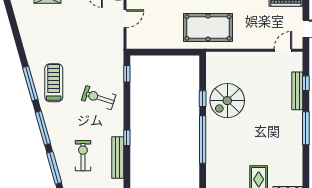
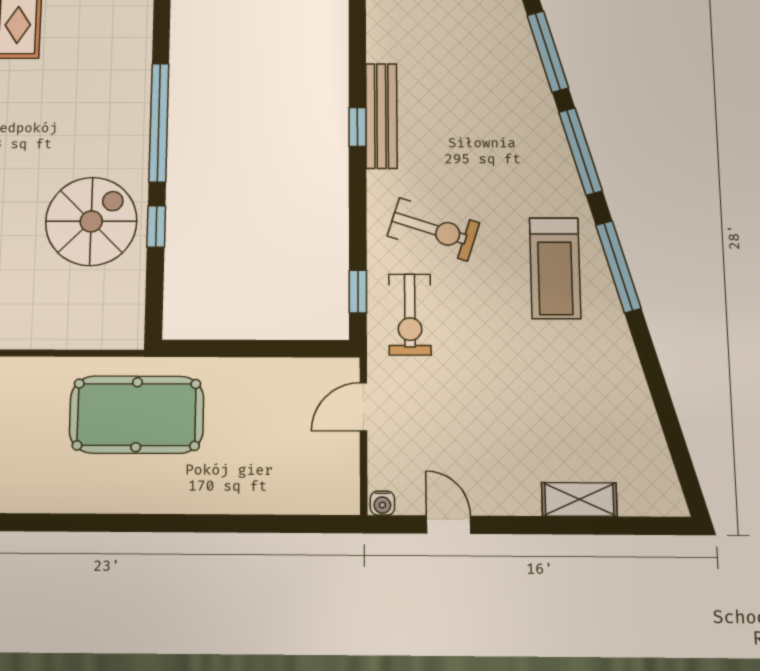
door: (125, 19) -> (363, 407), moved
exercise bike: (83, 156) -> (410, 315), moved
bench: (118, 157) -> (381, 116), moved

